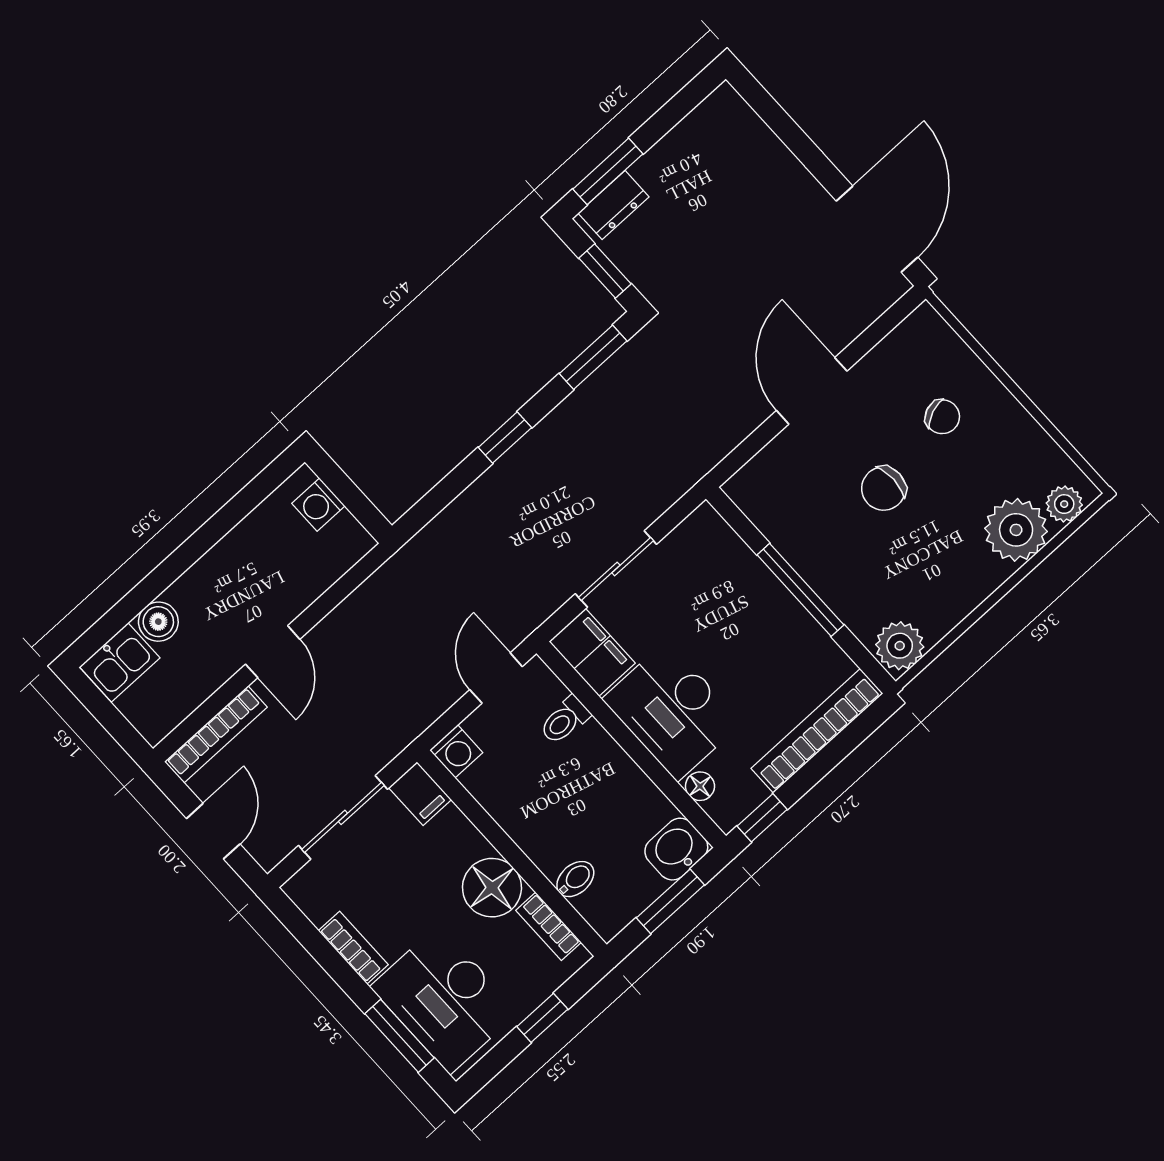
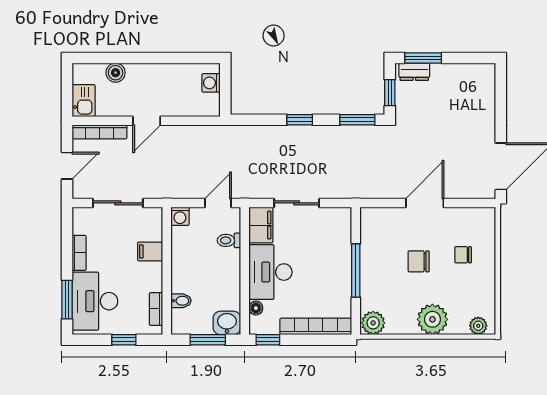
chair: (942, 417) -> (463, 255), turned 112
plant: (1016, 530) -> (432, 319), moved
kitchen sink: (120, 662) -> (84, 101), moved, turned -90
filing cabinet: (420, 794) -> (150, 251), moved, turned 90
floor lamp: (492, 888) -> (148, 277), removed

